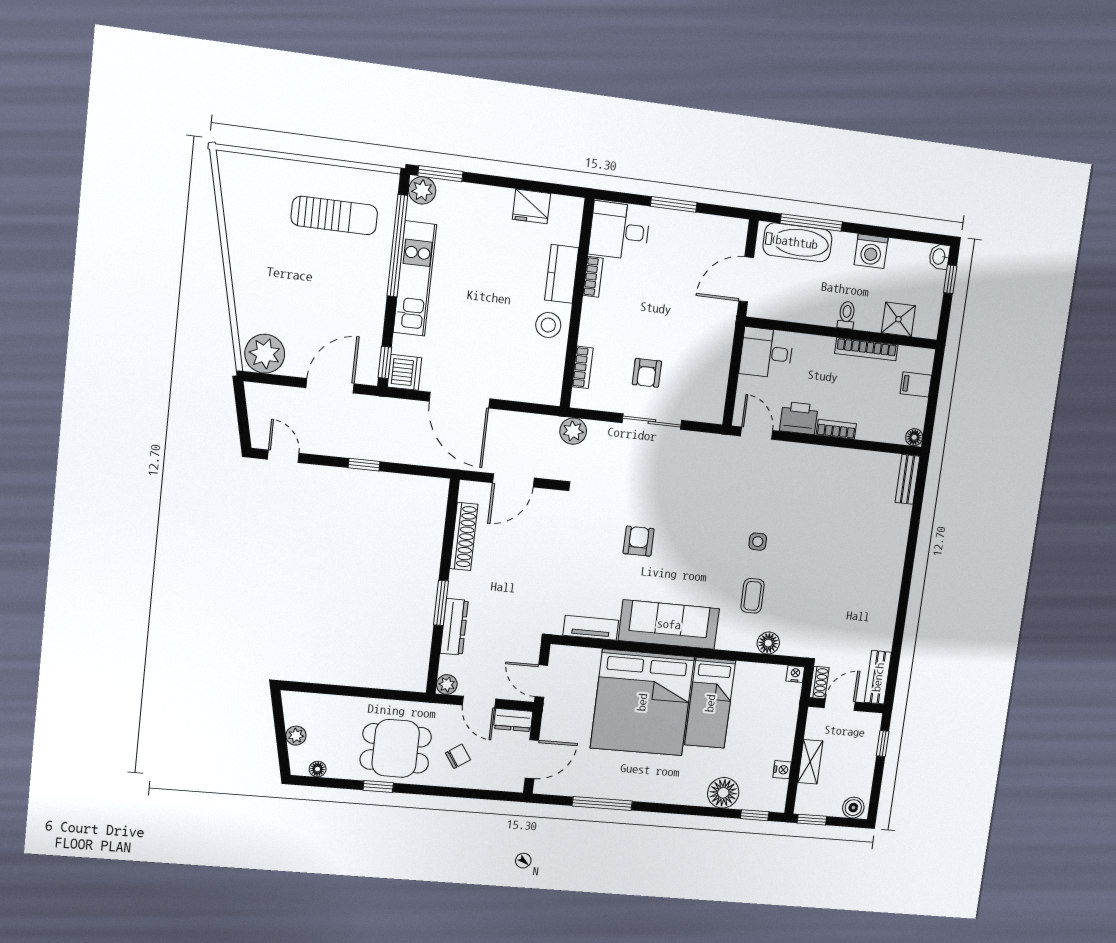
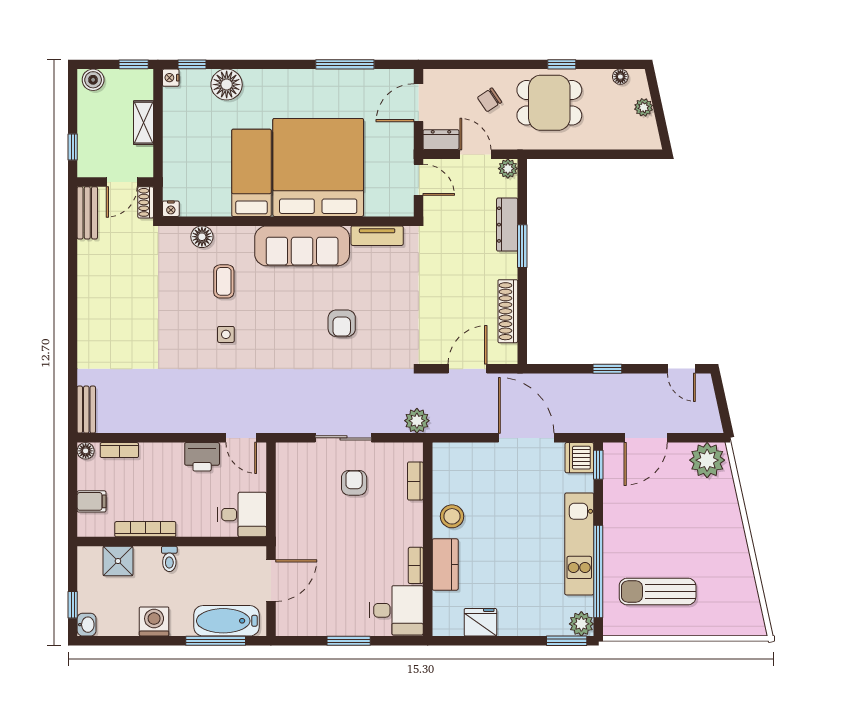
bookcase: (836, 429) -> (119, 450), moved
nightstand: (782, 770) -> (171, 78), moved

